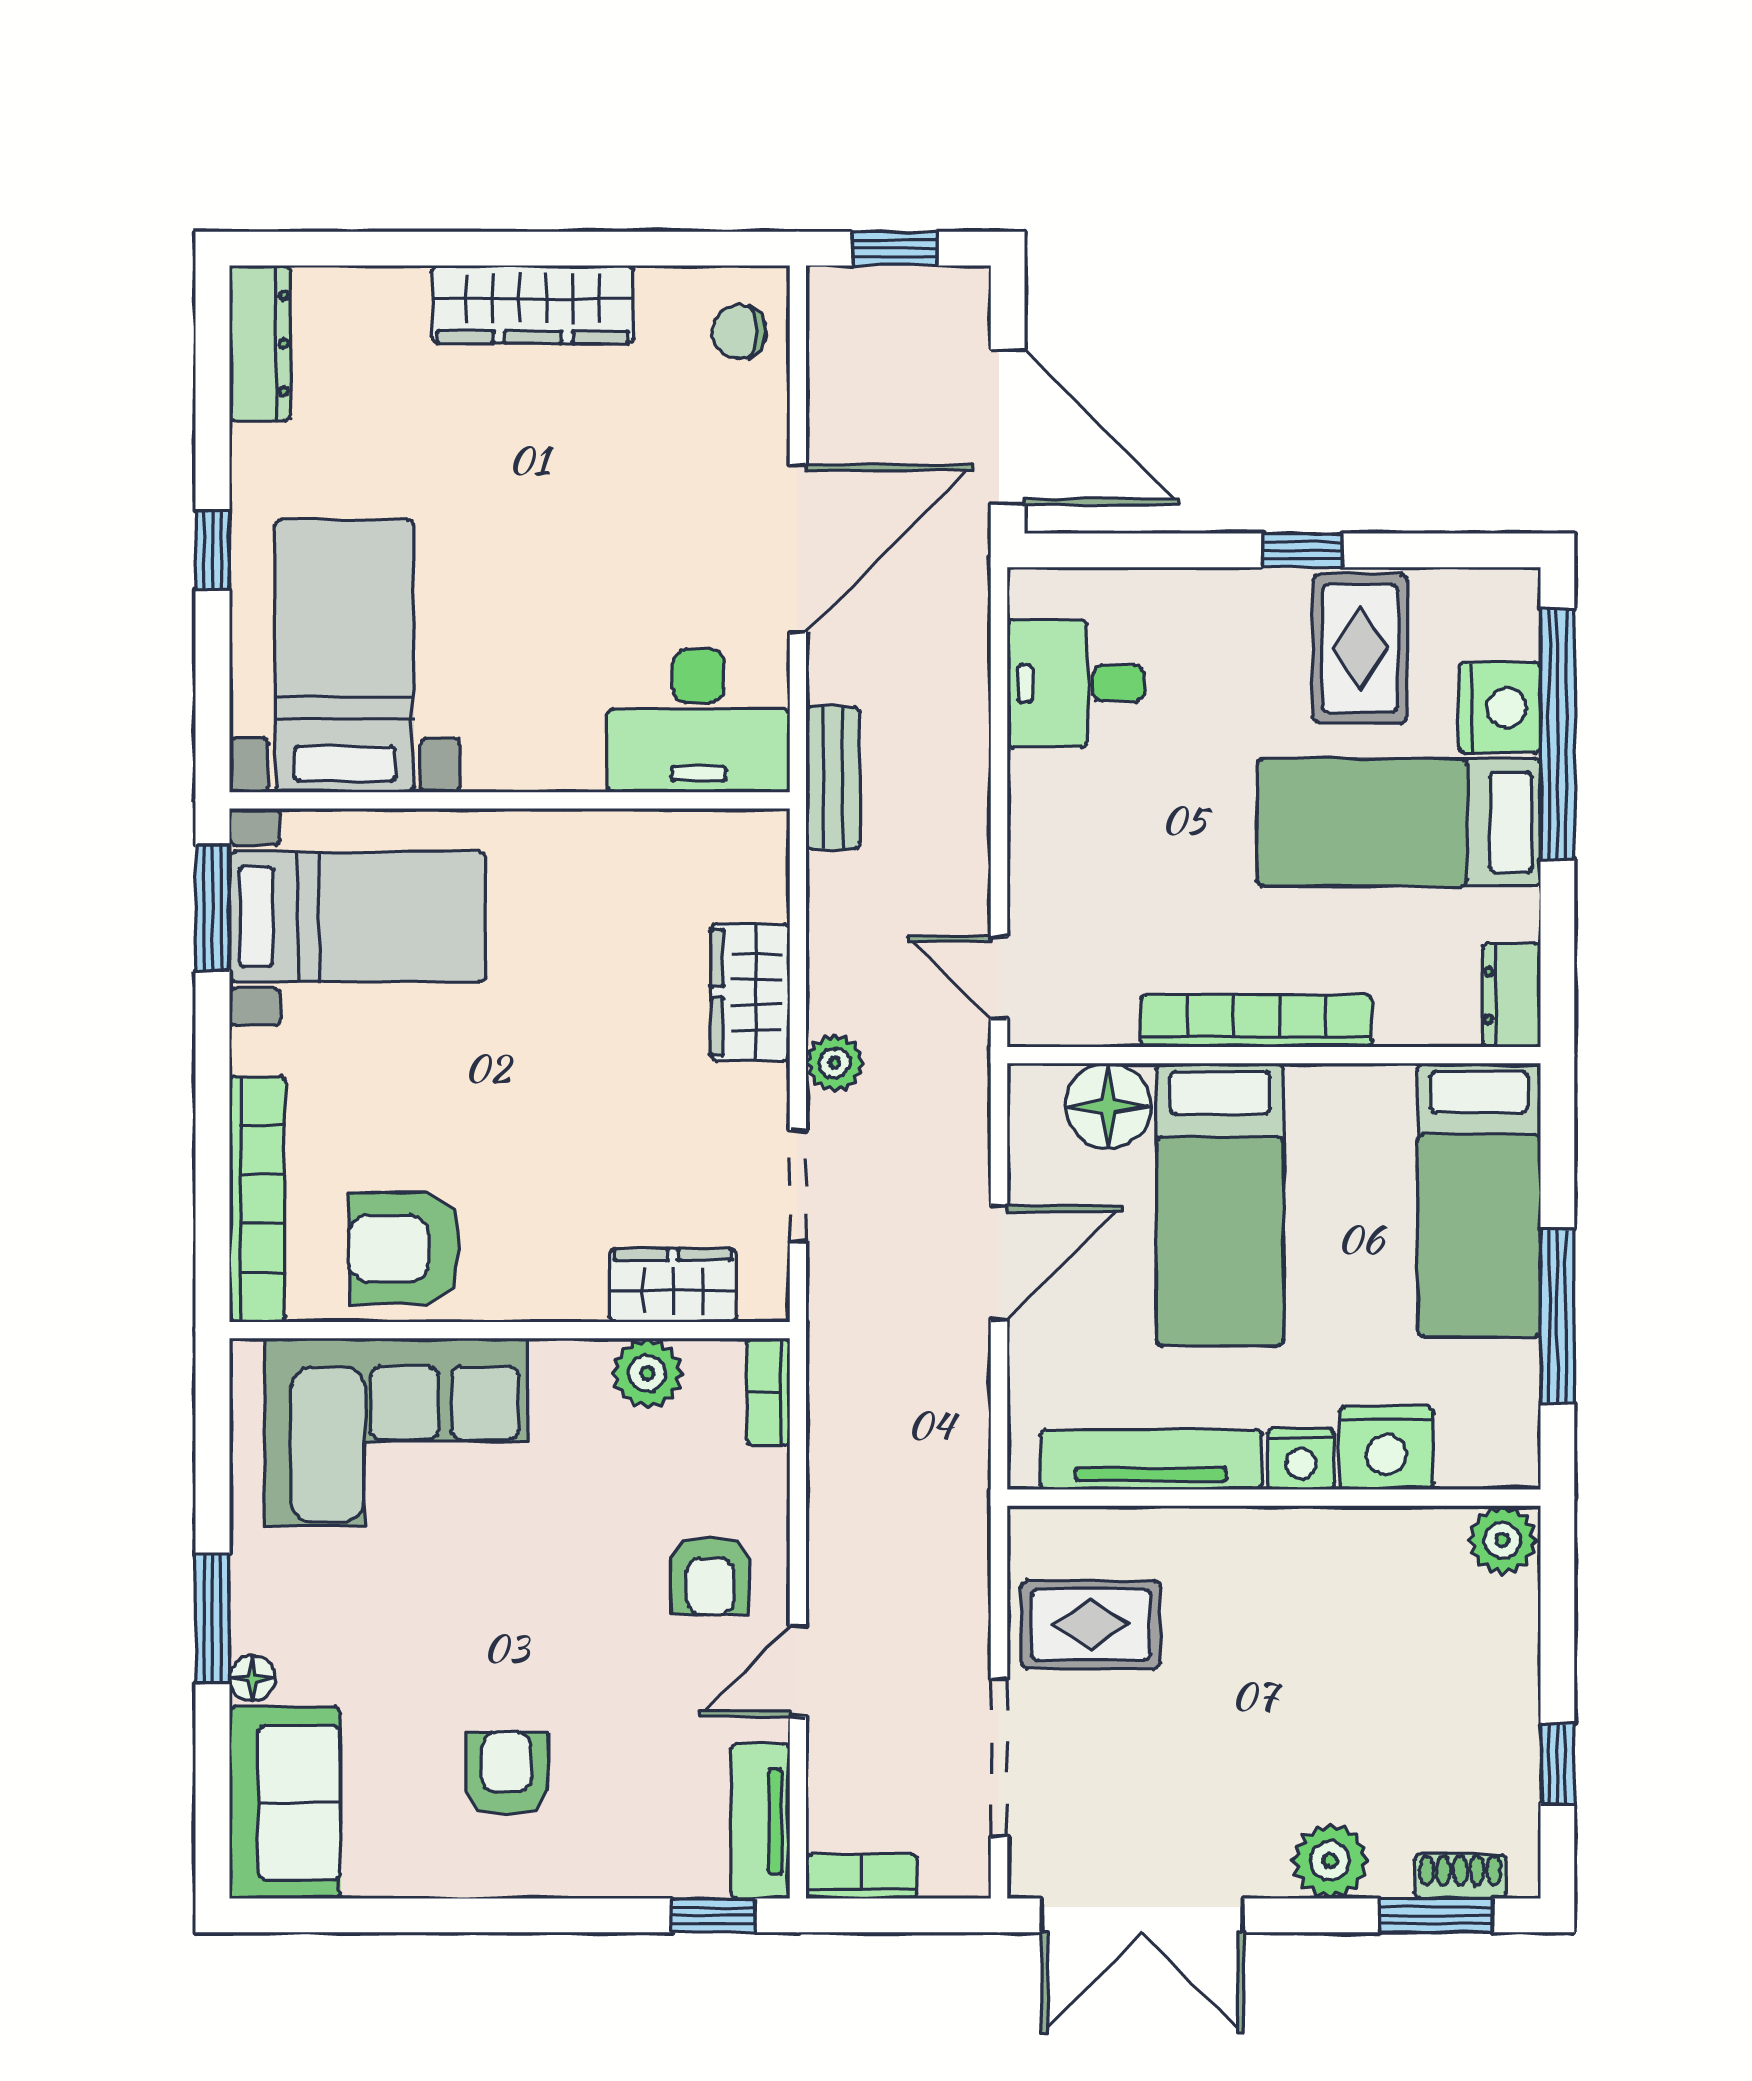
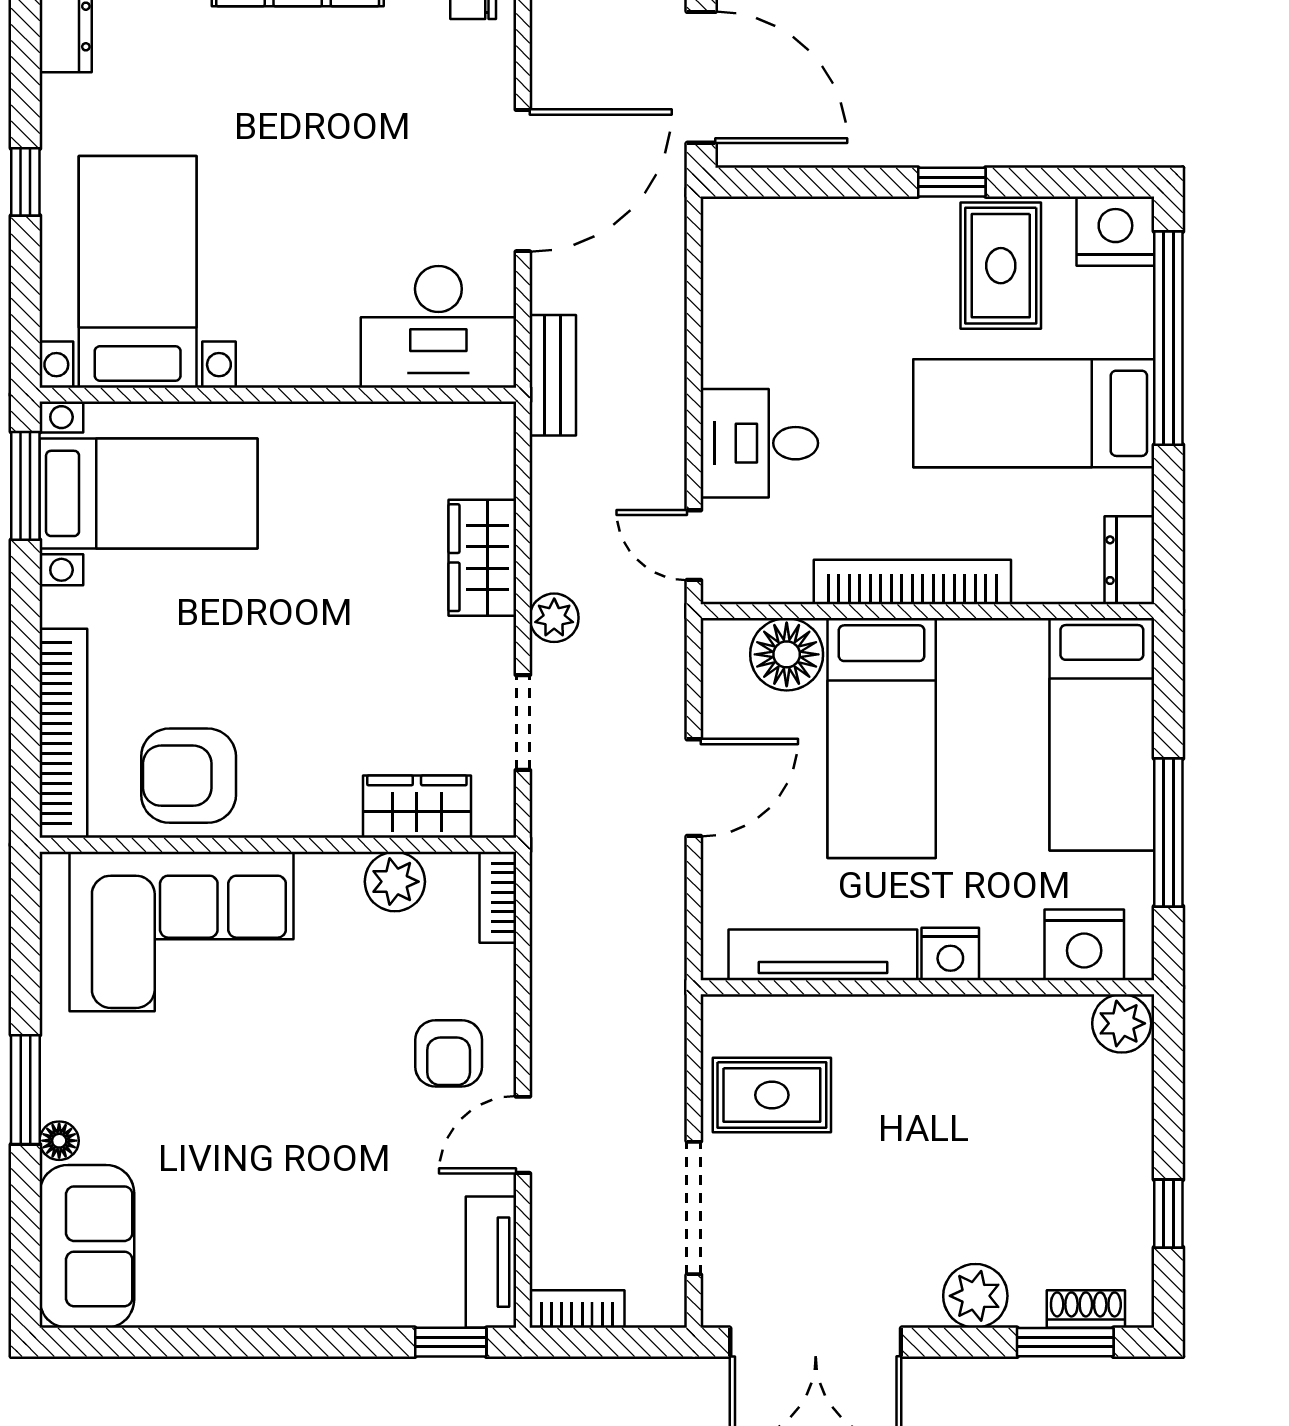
desk: (1076, 684) -> (759, 443), moved
nightstand: (1500, 708) -> (1115, 231), moved, turned -90
nightstand: (1386, 1448) -> (1084, 945), moved
armchair: (507, 1774) -> (275, 1222), removed

